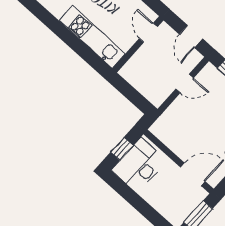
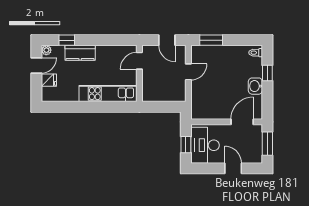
door: (148, 33) -> (139, 61), hinge flipped
door: (146, 210) -> (233, 168), added

